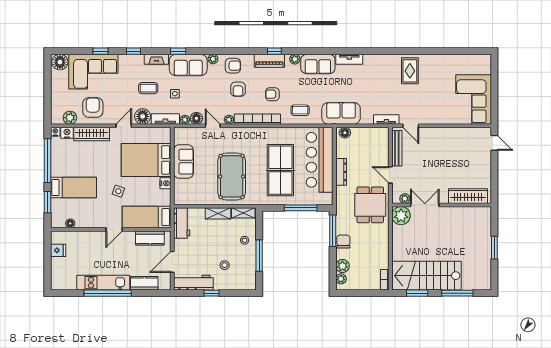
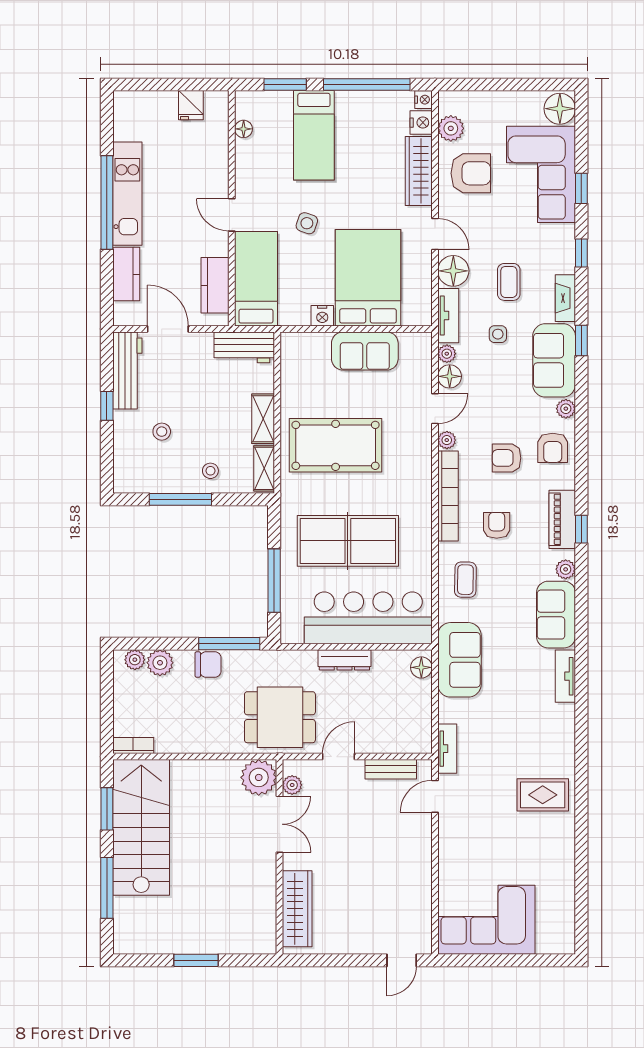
bench: (397, 148) -> (391, 769), width x0.73

